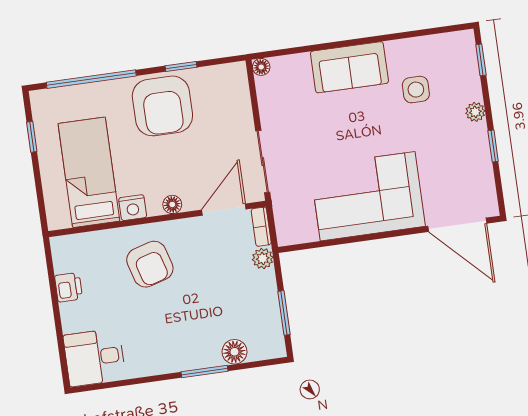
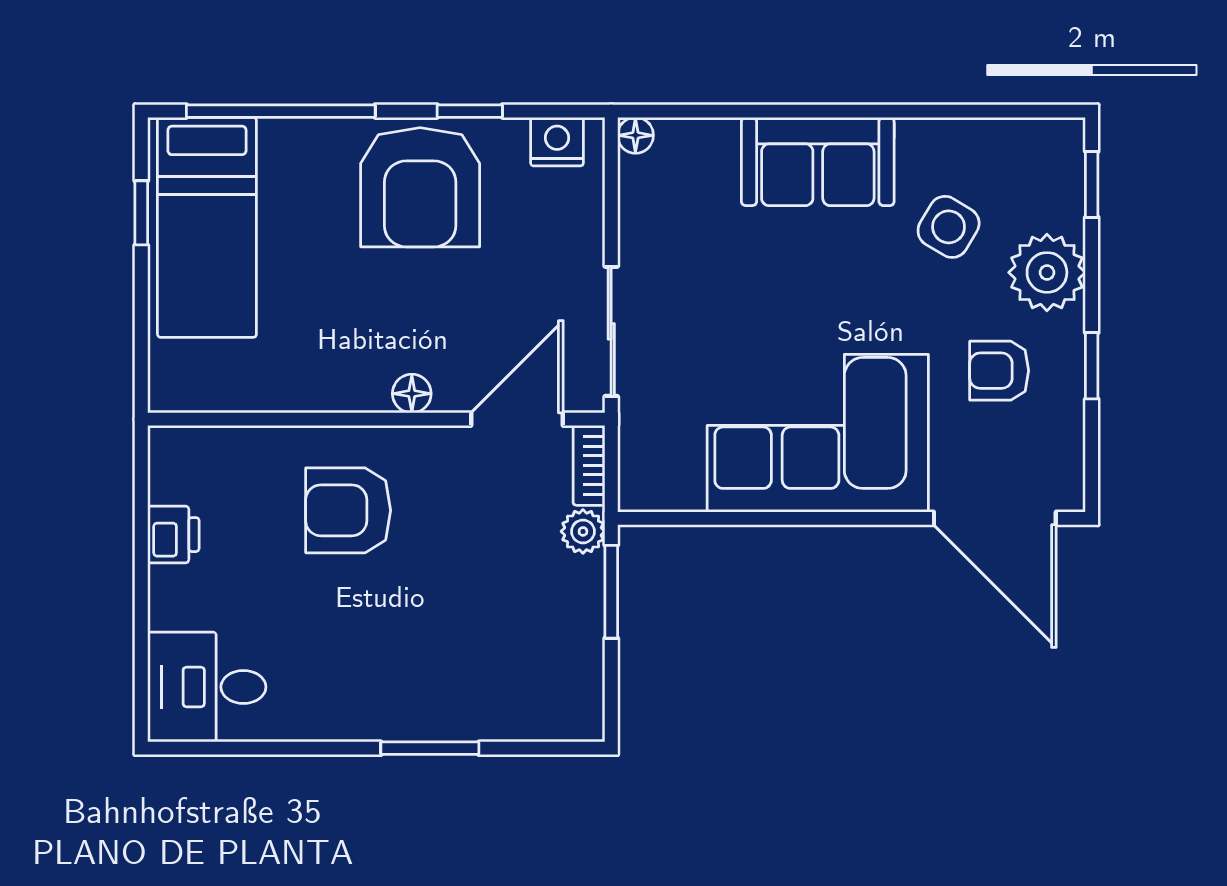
side table: (416, 90) -> (949, 227), turned 31
plant: (475, 112) -> (1047, 272), width x1.88, depth x1.88
armchair: (449, 154) -> (999, 371), added
bed: (89, 172) -> (207, 227), moved, turned 180
nightstand: (133, 208) -> (557, 142), moved, turned 180
armchair: (150, 264) -> (348, 510), turned 106
window: (284, 313) -> (611, 592), moved
floor lamp: (234, 352) -> (498, 716), removed

